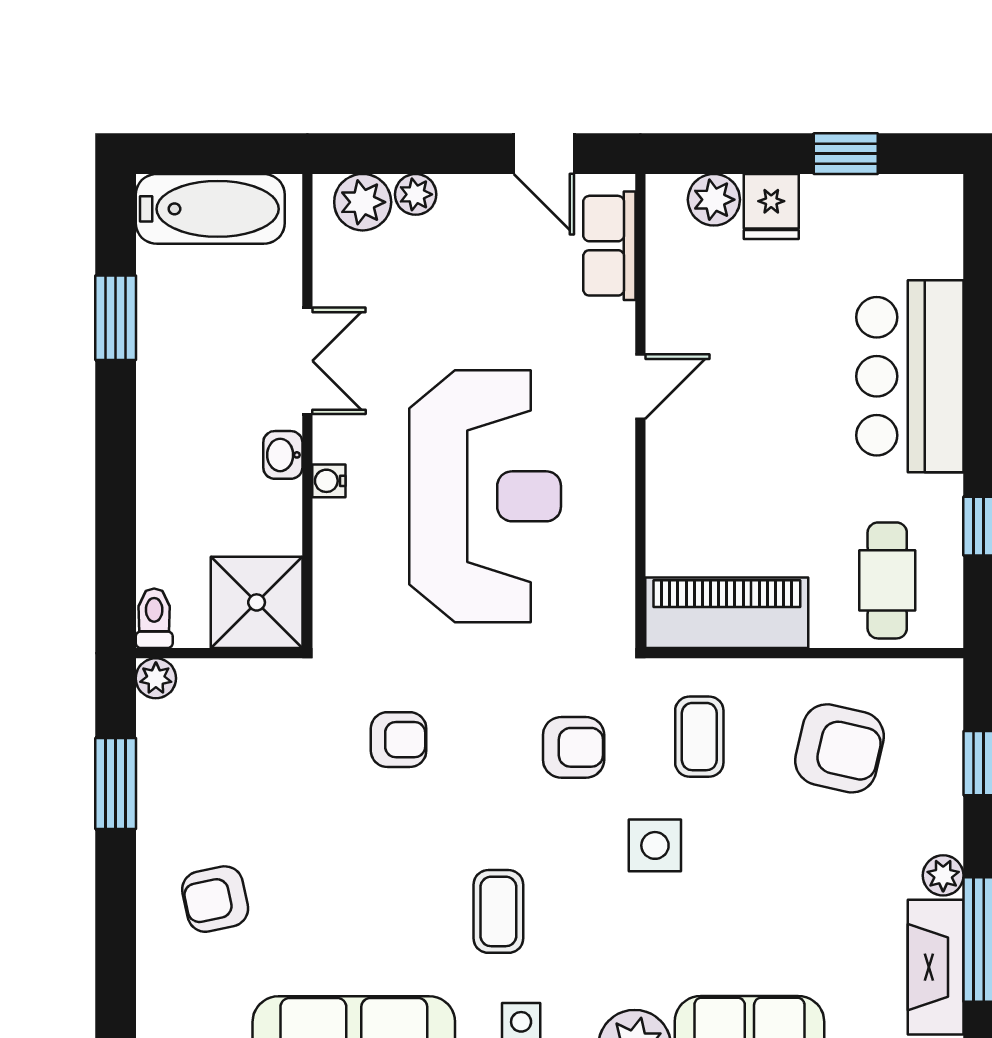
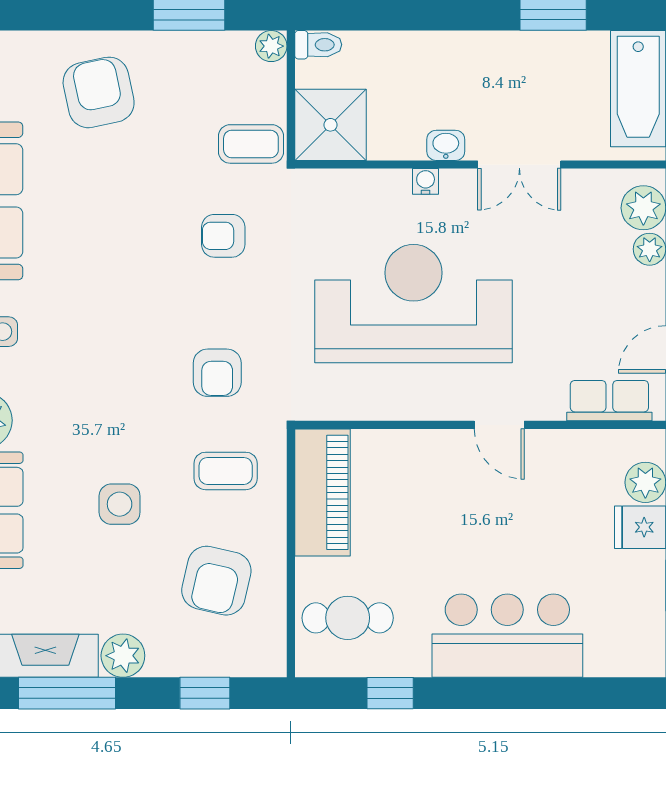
reception desk: (485, 496) -> (413, 304), turned 180
armchair: (399, 740) -> (223, 236), turned 90
side table: (655, 845) -> (120, 504), moved
plant: (943, 875) -> (123, 656), width x1.38, depth x1.38
armchair: (215, 899) -> (99, 92), width x1.38, depth x1.38
coffee table: (498, 911) -> (251, 144), moved

